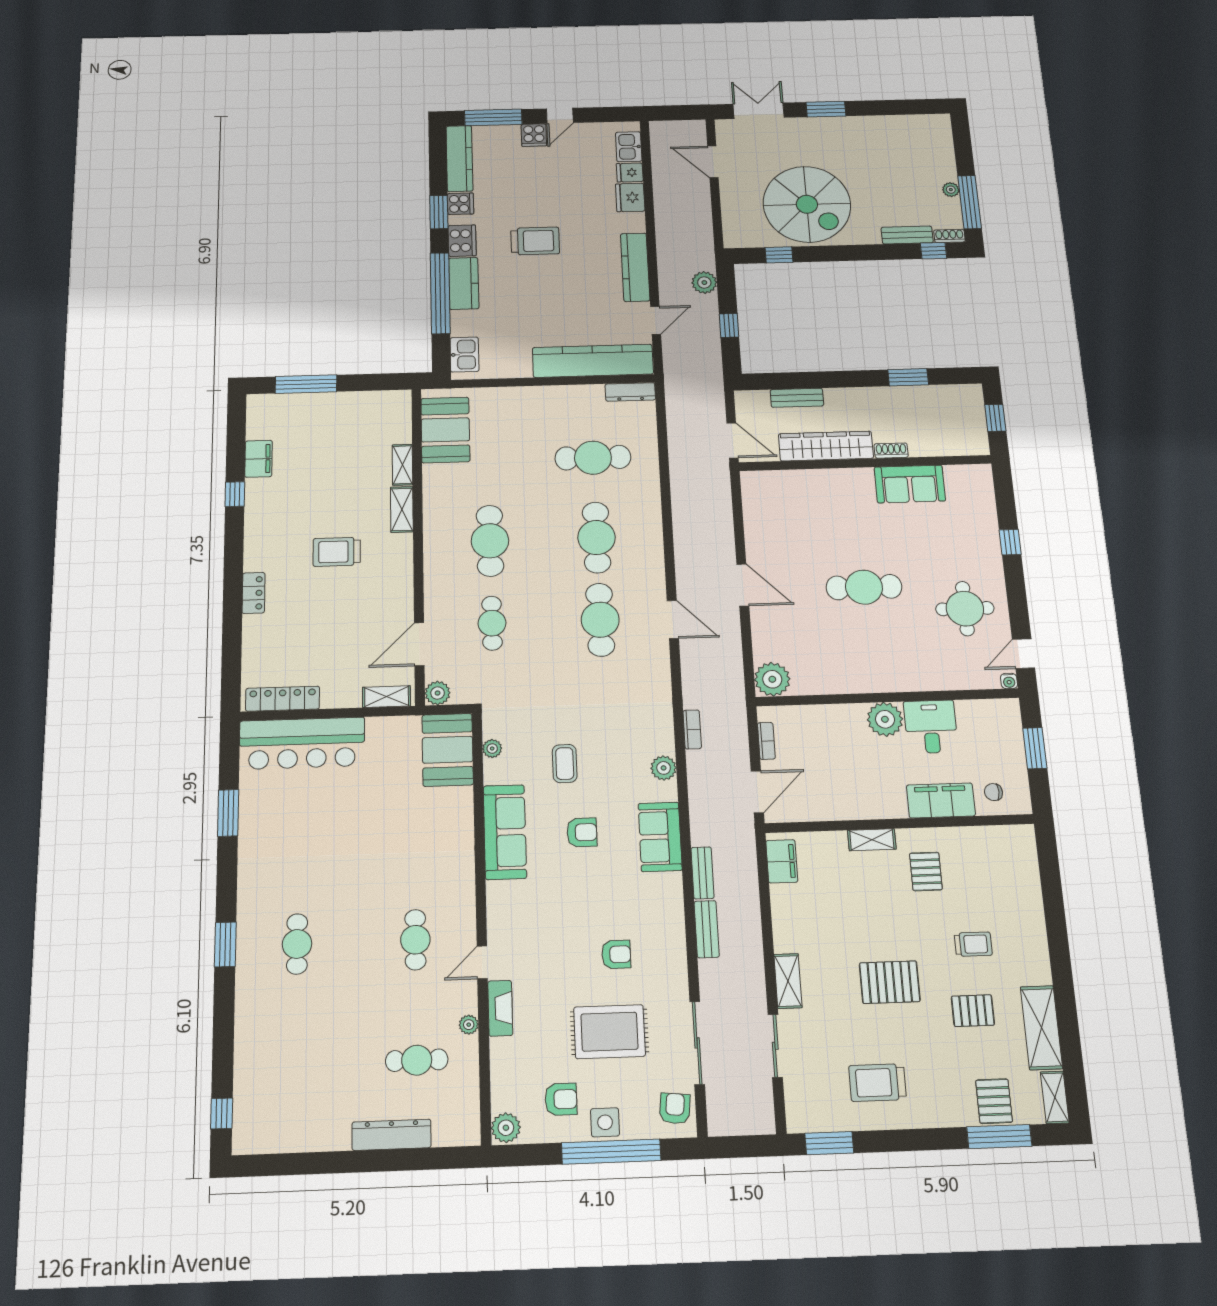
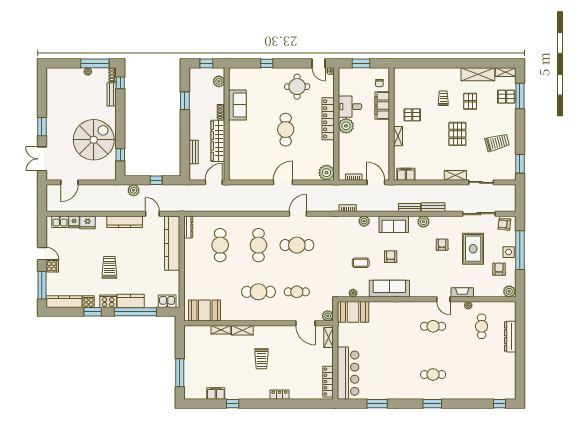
plant: (958, 444) -> (219, 81), added
cafe table: (596, 537) -> (258, 245), turned 90
locker: (897, 679) -> (328, 119), added
plant: (670, 907) -> (423, 222), added
trolley: (877, 1083) -> (497, 142), turned -105

